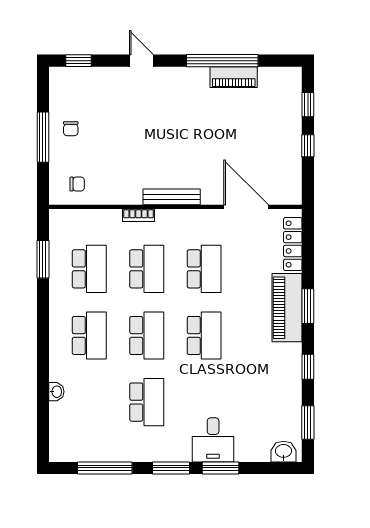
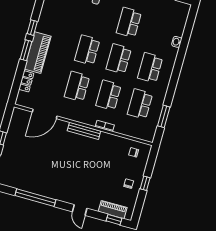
piano: (234, 77) -> (113, 210), moved
window: (43, 137) -> (145, 183), width x0.46
door: (246, 207) -> (45, 114), hinge flipped
locker: (293, 244) -> (26, 81), width x0.66
window: (308, 367) -> (32, 28), moved

